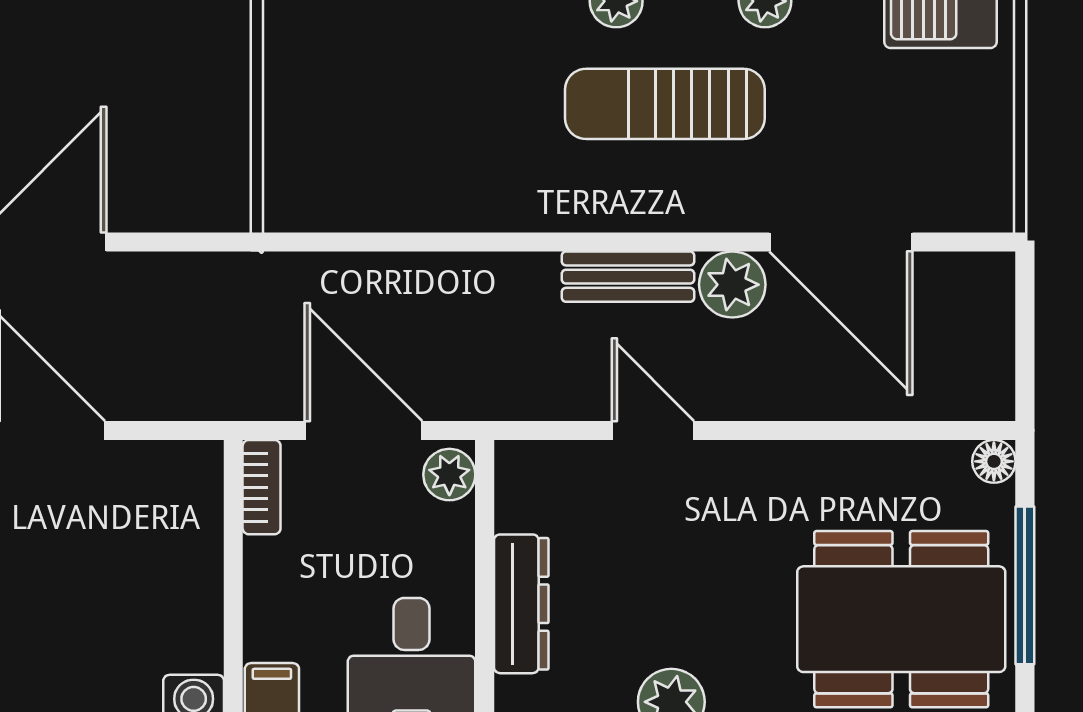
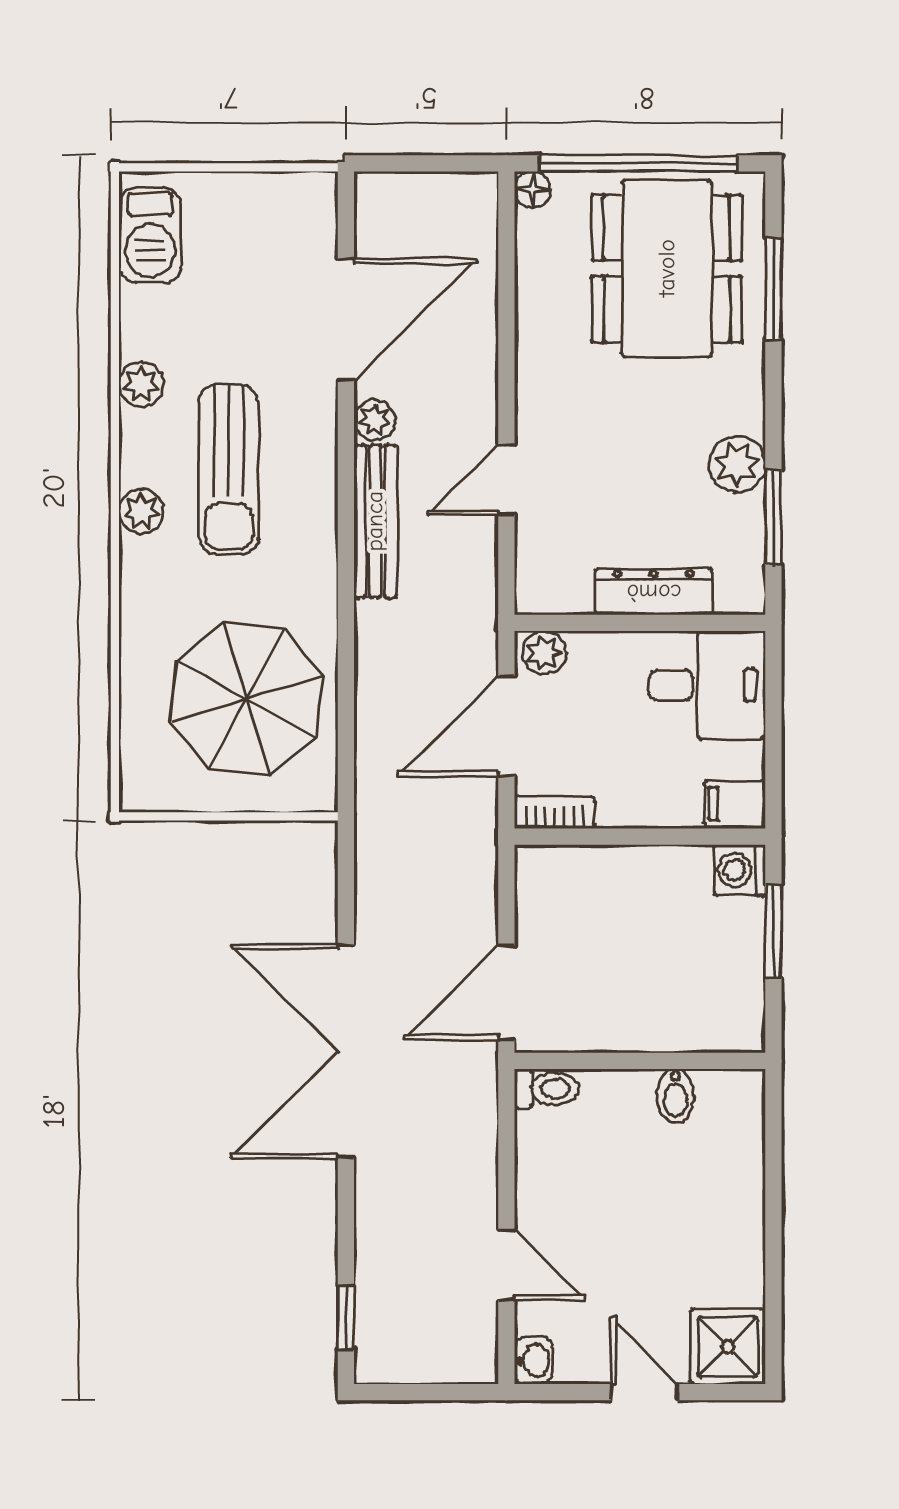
parasol: (395, 125) -> (247, 699), added
bench: (628, 277) -> (375, 521), width x1.36
plant: (732, 285) -> (374, 420), width x0.73, depth x0.73
window: (1025, 585) -> (638, 163), width x1.46

